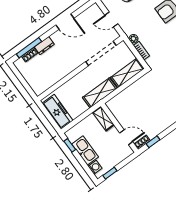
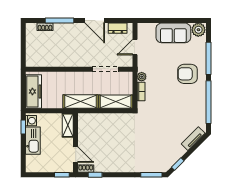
door: (111, 20) -> (135, 47), hinge flipped
dresser: (44, 46) -> (118, 28), moved
window: (29, 48) -> (59, 21), moved
doorway: (101, 54) -> (105, 69), width x0.73
washing machine: (95, 167) -> (31, 121), moved
window: (110, 173) -> (62, 175), moved

